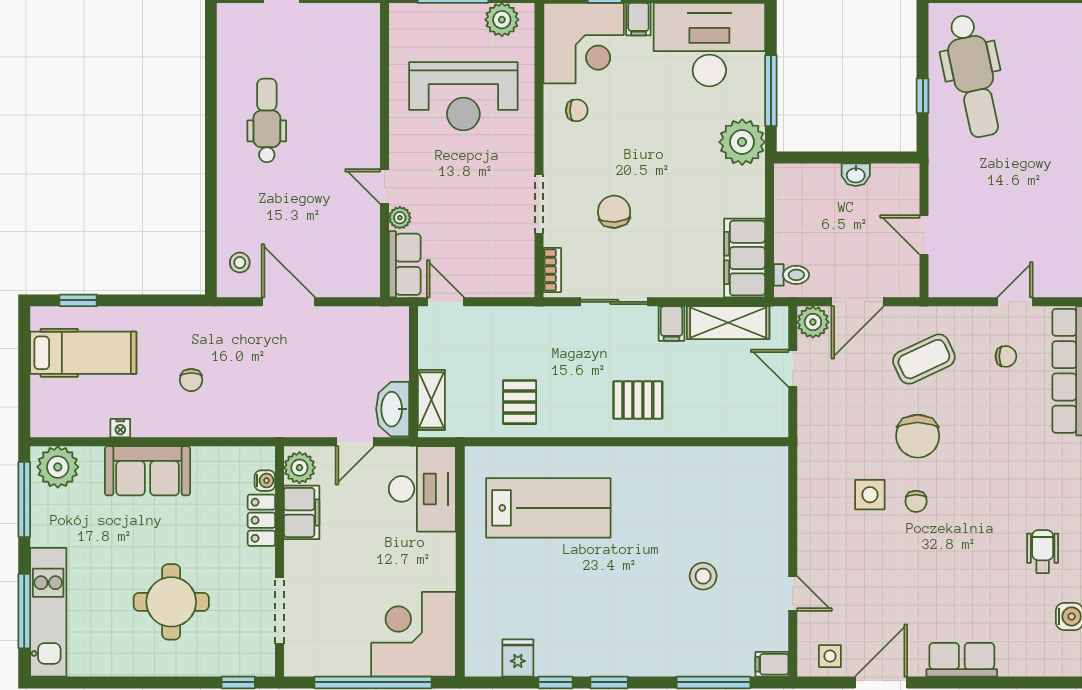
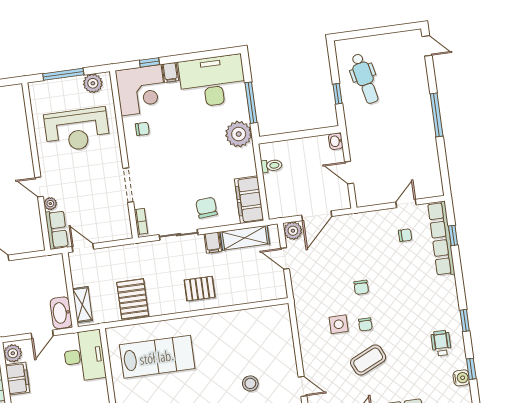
dental chair: (973, 76) -> (365, 79), width x0.73, depth x0.72
washbasin: (856, 175) -> (336, 141), moved, turned 90
chair: (614, 212) -> (206, 208), moved
toilet: (791, 275) -> (272, 166), moved
coffee table: (924, 359) -> (368, 360), moved
pallet: (520, 402) -> (133, 299), width x1.50, depth x1.42
chair: (918, 436) -> (361, 287), width x0.54, depth x0.54

